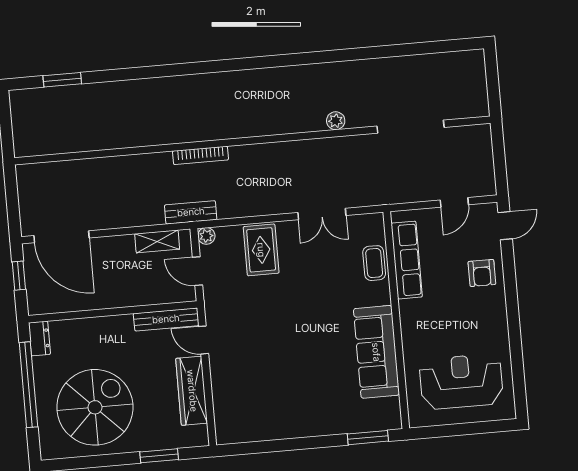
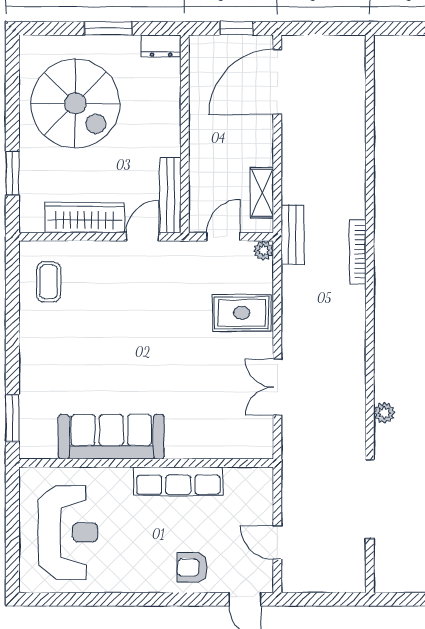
row of seats: (407, 260) -> (178, 481), moved
coffee table: (374, 263) -> (49, 282), moved, turned 90
window: (28, 385) -> (108, 28), width x0.47

